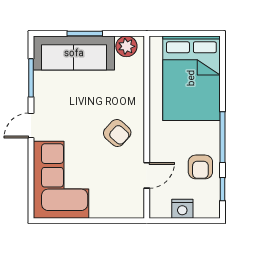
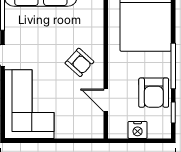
armchair: (200, 167) -> (154, 93), width x1.38, depth x1.38
door: (147, 175) -> (106, 100), swing flipped

